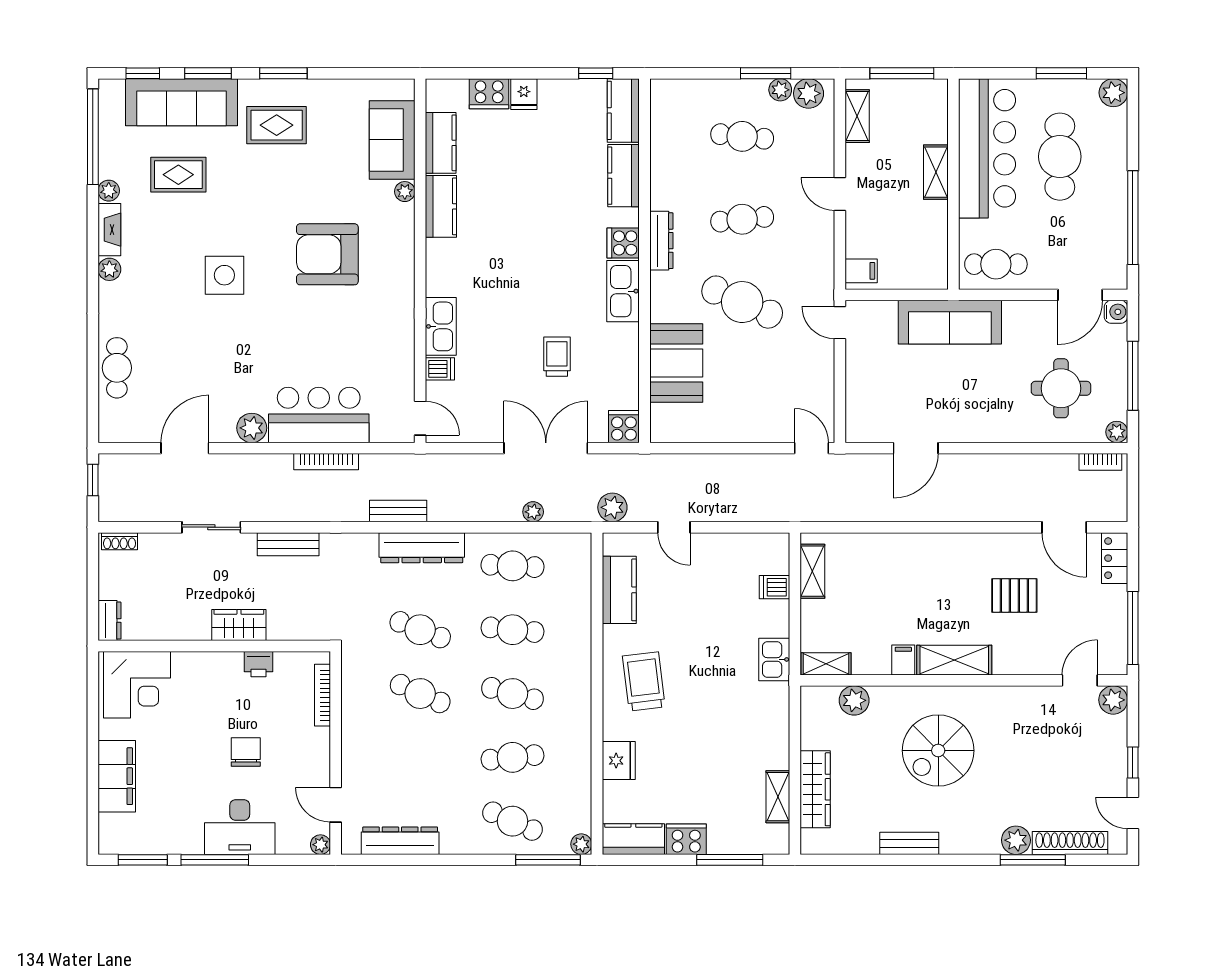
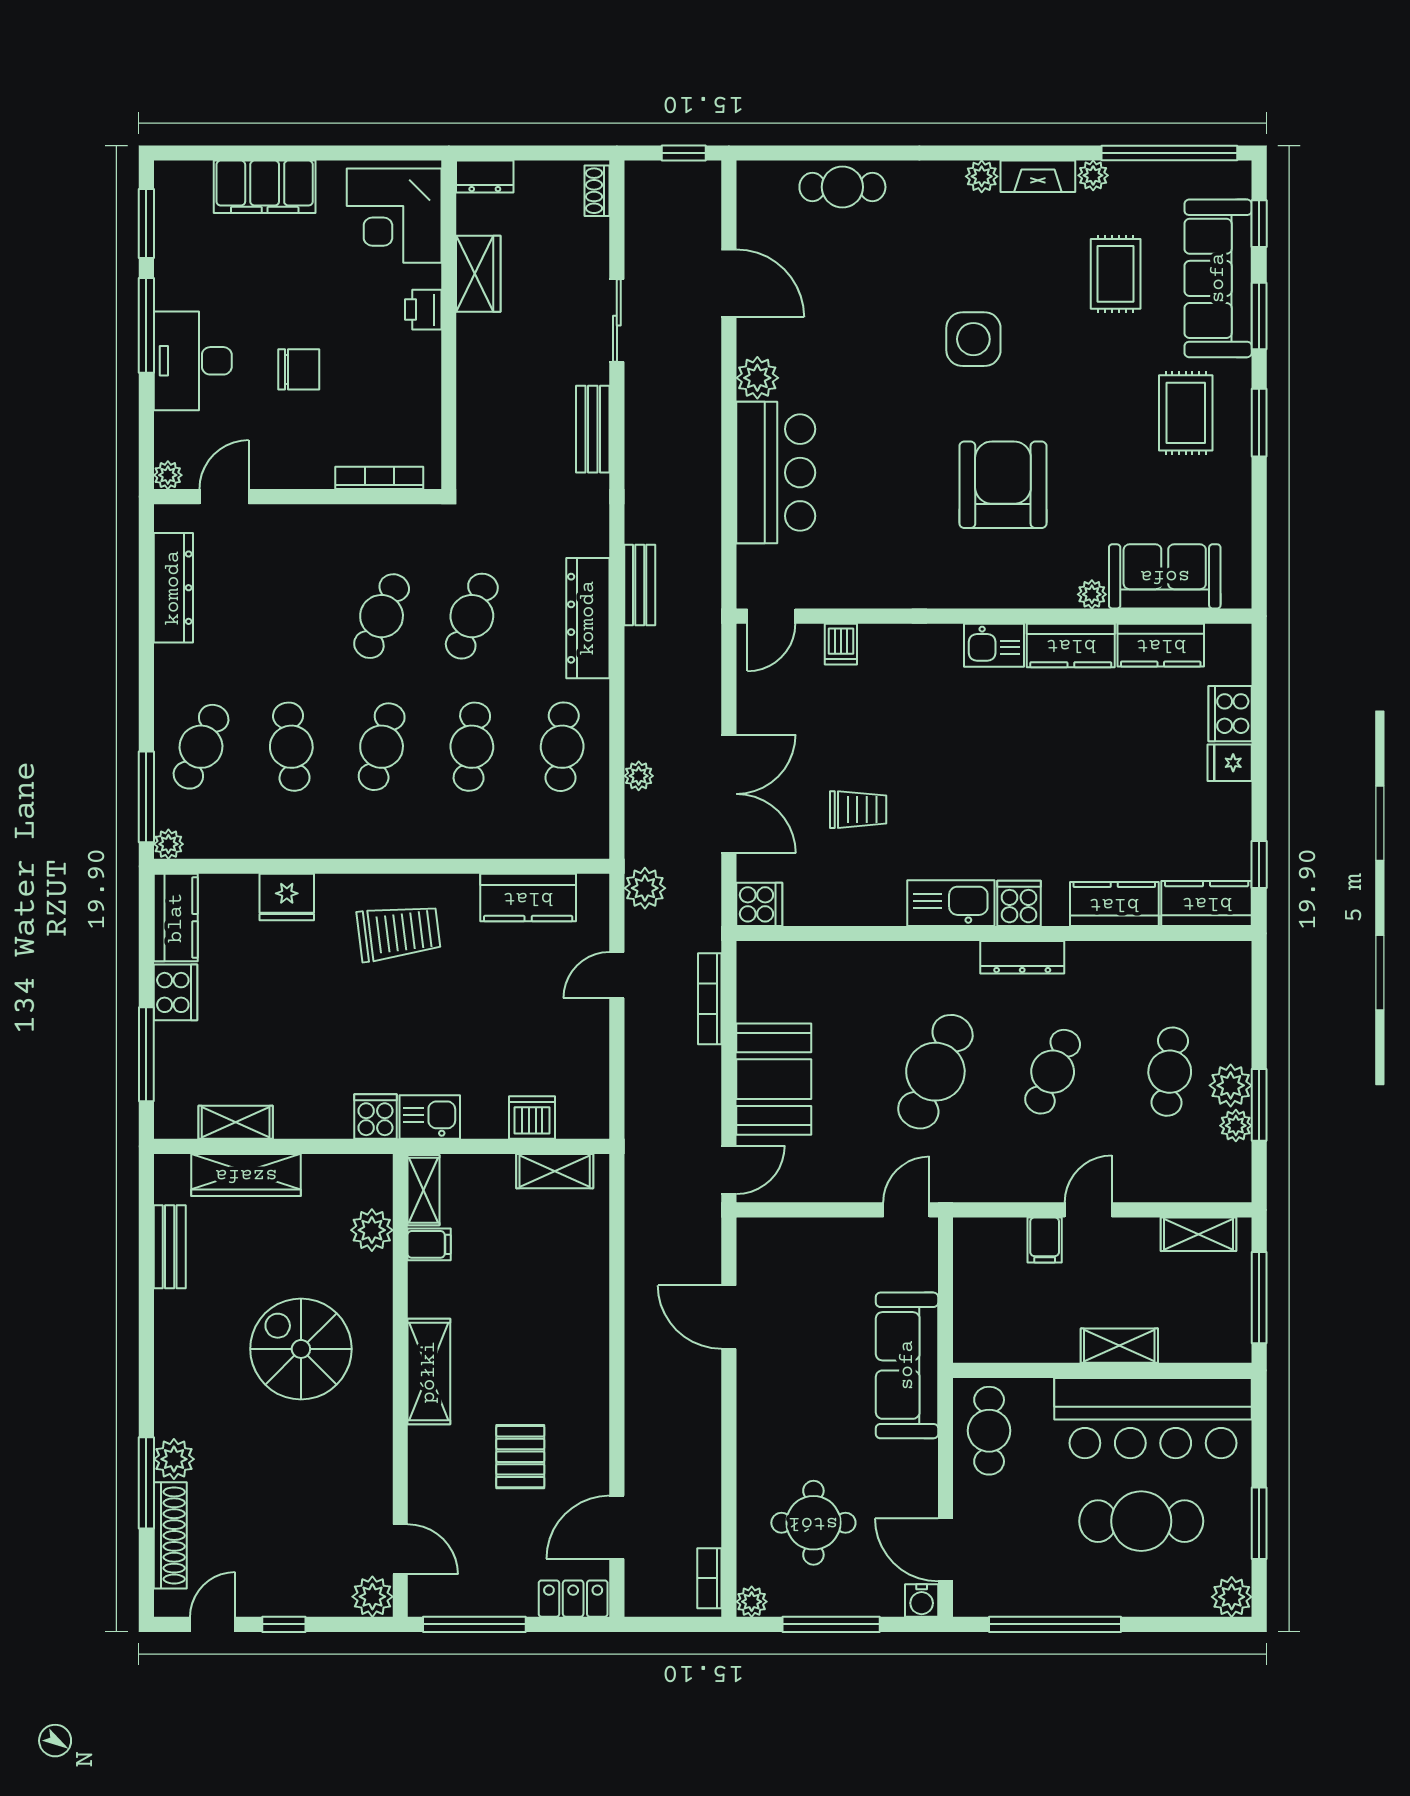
plant: (809, 93) -> (1231, 1085), moved
cafe table: (742, 219) -> (1053, 1072), turned 30
filing cabinet: (861, 271) -> (1045, 1240), moved
kitchen sink: (441, 326) -> (994, 645), moved, width x0.73
booth: (676, 363) -> (774, 1079), moved, turned 90
bookcase: (326, 462) -> (710, 999), moved
dishwasher: (775, 587) -> (532, 1117), width x1.38
wardrobe: (239, 625) -> (478, 274), moved
filing cabinet: (903, 660) -> (429, 1244), moved
printer: (259, 664) -> (423, 310), moved
cooker: (774, 698) -> (375, 1117), added
bench: (909, 843) -> (170, 1247), moved

